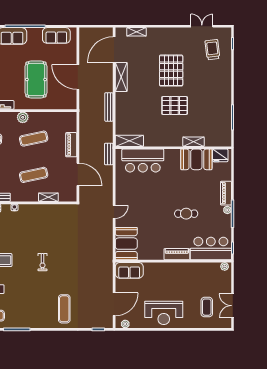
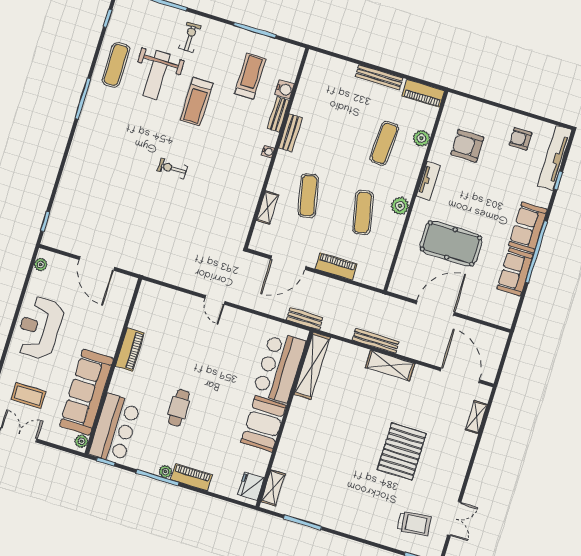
sofa: (56, 35) -> (515, 272), moved
pallet: (171, 71) -> (402, 452), turned 90
shelving: (121, 77) -> (390, 365), moved
pallet: (175, 105) -> (347, 441), removed
shelving: (129, 141) -> (312, 366), width x1.47
shelving: (193, 142) -> (273, 488), moved
booth: (196, 159) -> (264, 424), moved
booth: (126, 244) -> (162, 303), removed
piano: (177, 254) -> (130, 350), moved
sofa: (129, 270) -> (86, 392), moved, width x1.85, depth x1.27
door: (114, 304) -> (97, 263), moved
exercise mat: (64, 309) -> (92, 180), removed

